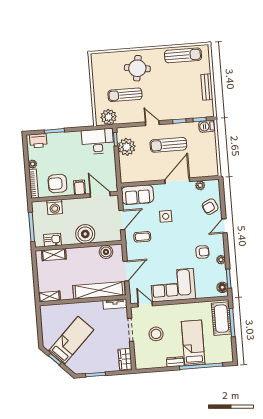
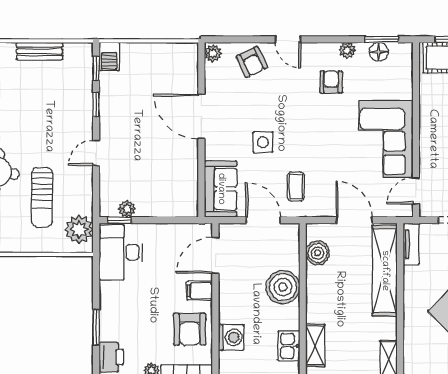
sun lounger: (168, 145) -> (137, 127), removed
plant: (127, 147) -> (127, 209), width x0.53, depth x0.53
plant: (200, 185) -> (213, 53), moved
floor lamp: (222, 287) -> (379, 52), moved

